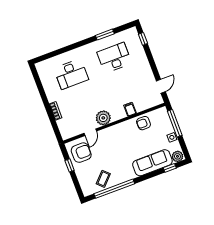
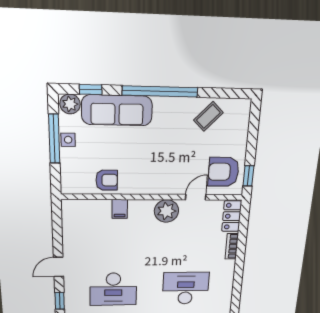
door: (161, 86) -> (58, 267), moved
window: (175, 123) -> (54, 139), moved
locker: (64, 129) -> (232, 216), added
window: (70, 165) -> (248, 176), moved
window: (114, 189) -> (160, 91), moved

